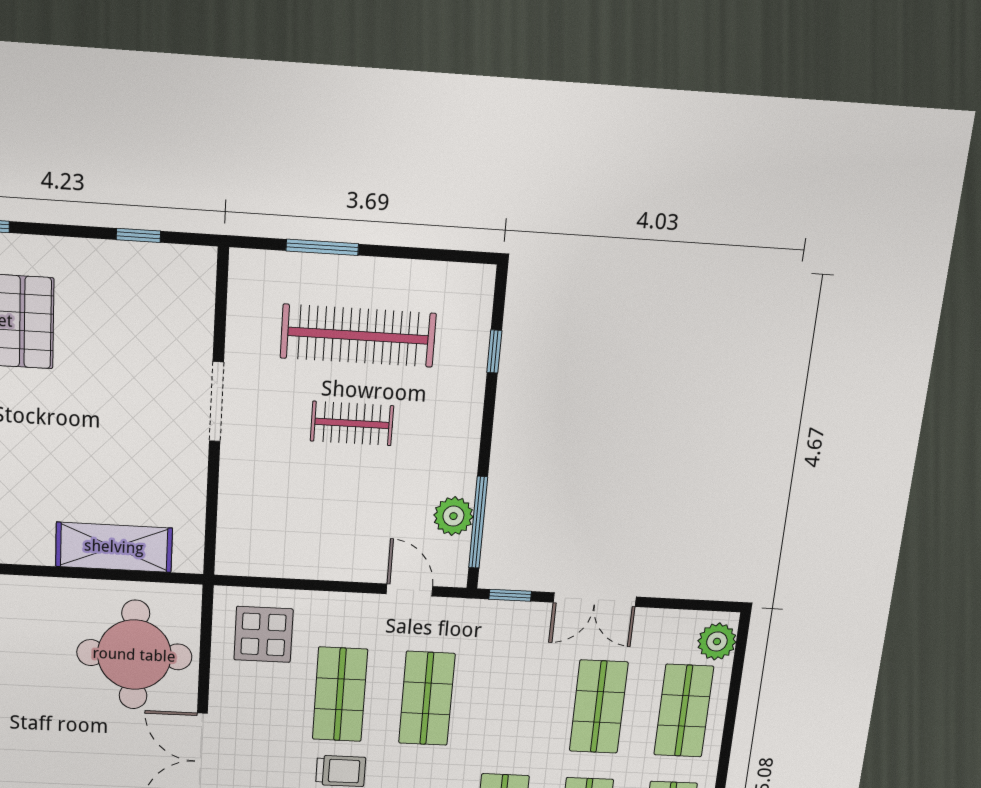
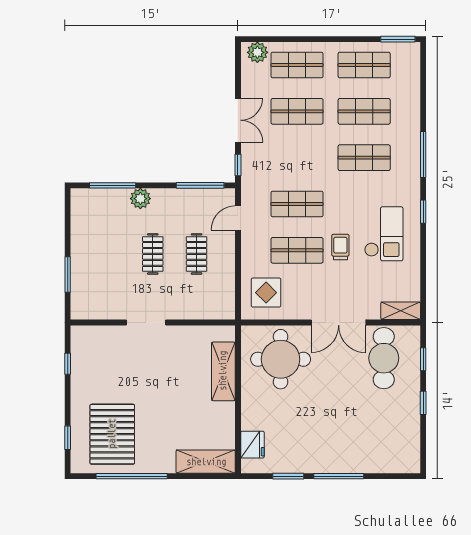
clothes rail: (358, 336) -> (197, 254), moved, width x0.54, depth x0.76
window: (494, 352) -> (113, 185), width x2.17
plant: (453, 516) -> (140, 199), moved

